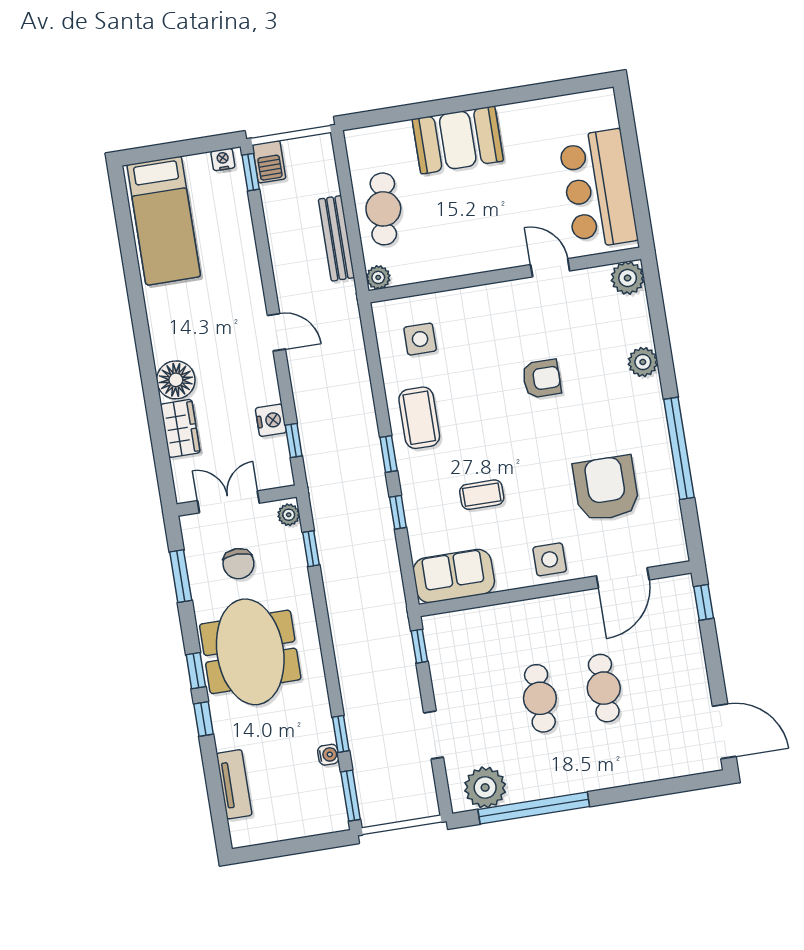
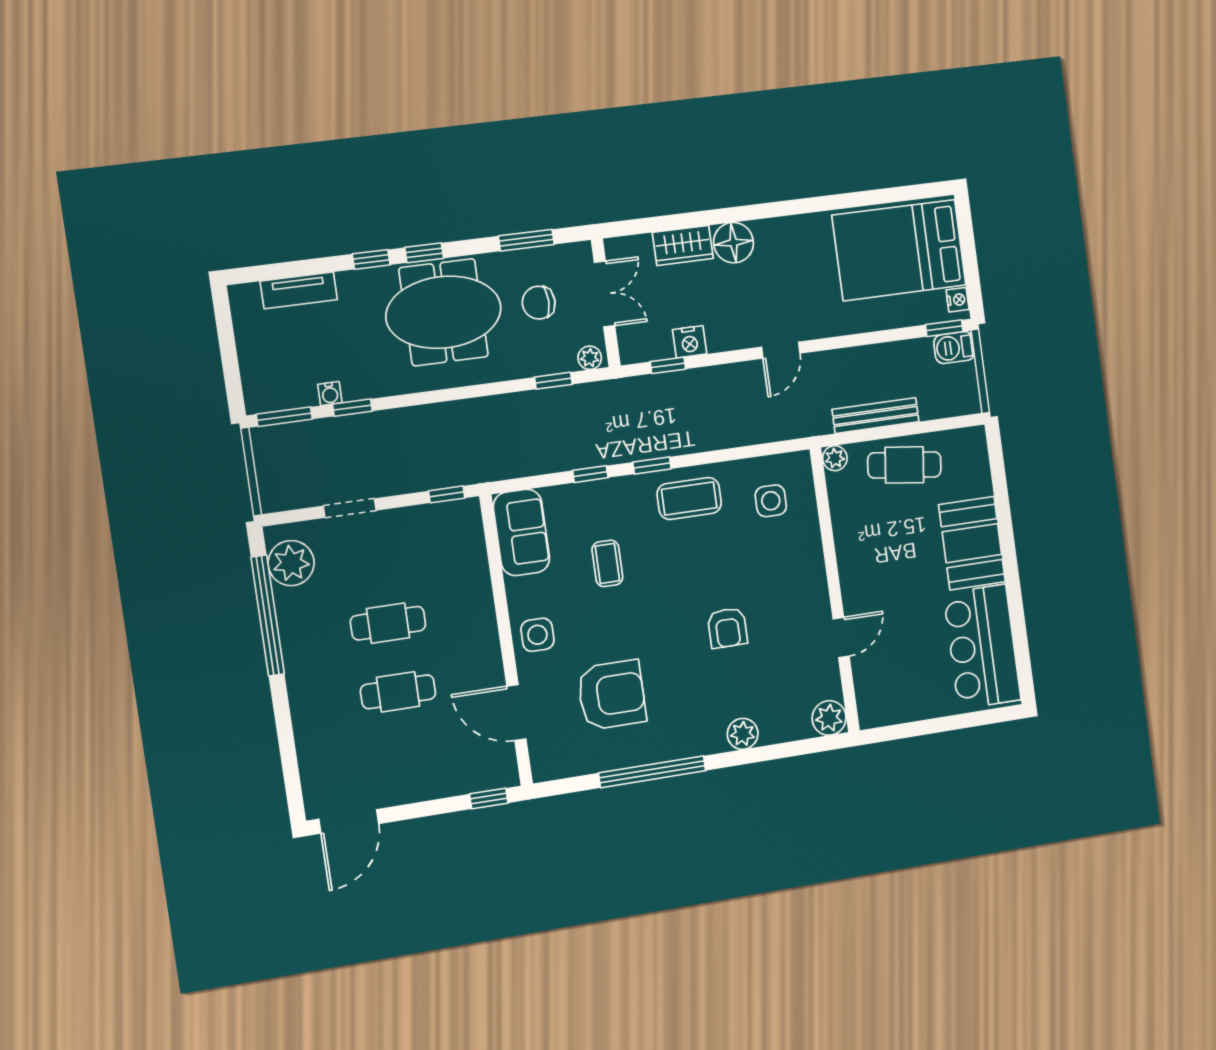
bar counter: (598, 189) -> (982, 647), moved, turned -90
bed: (164, 221) -> (899, 250), width x1.50

